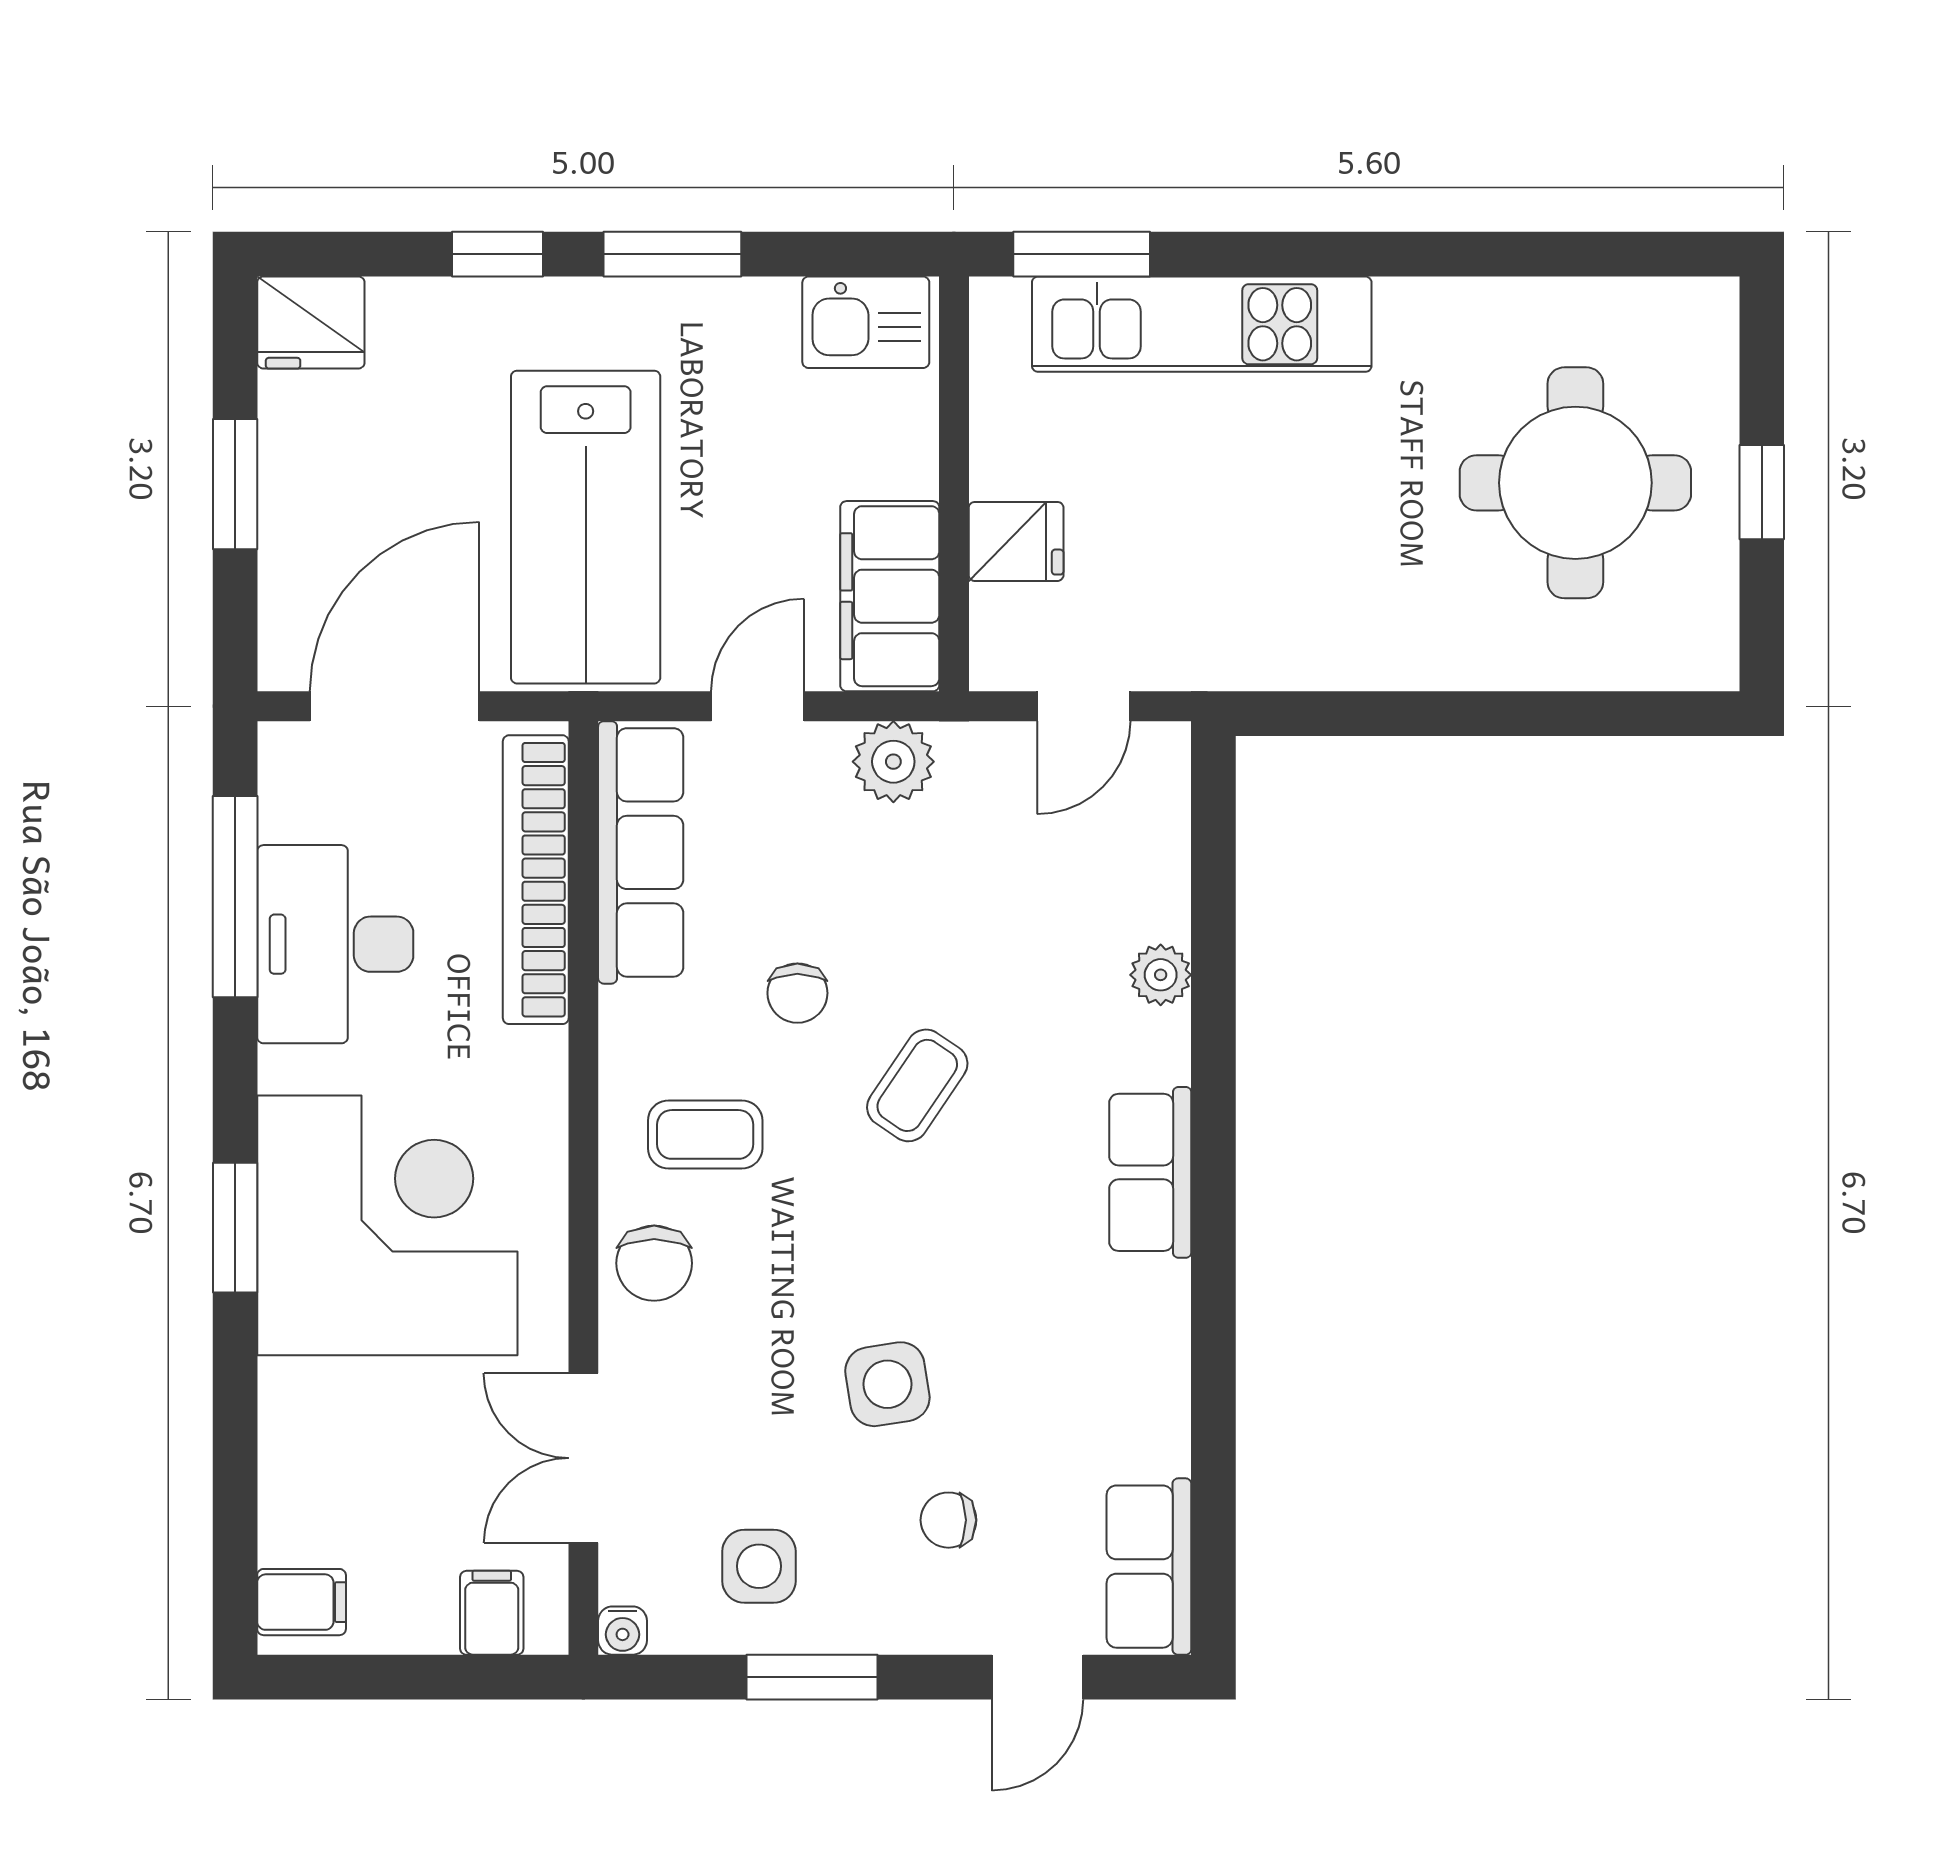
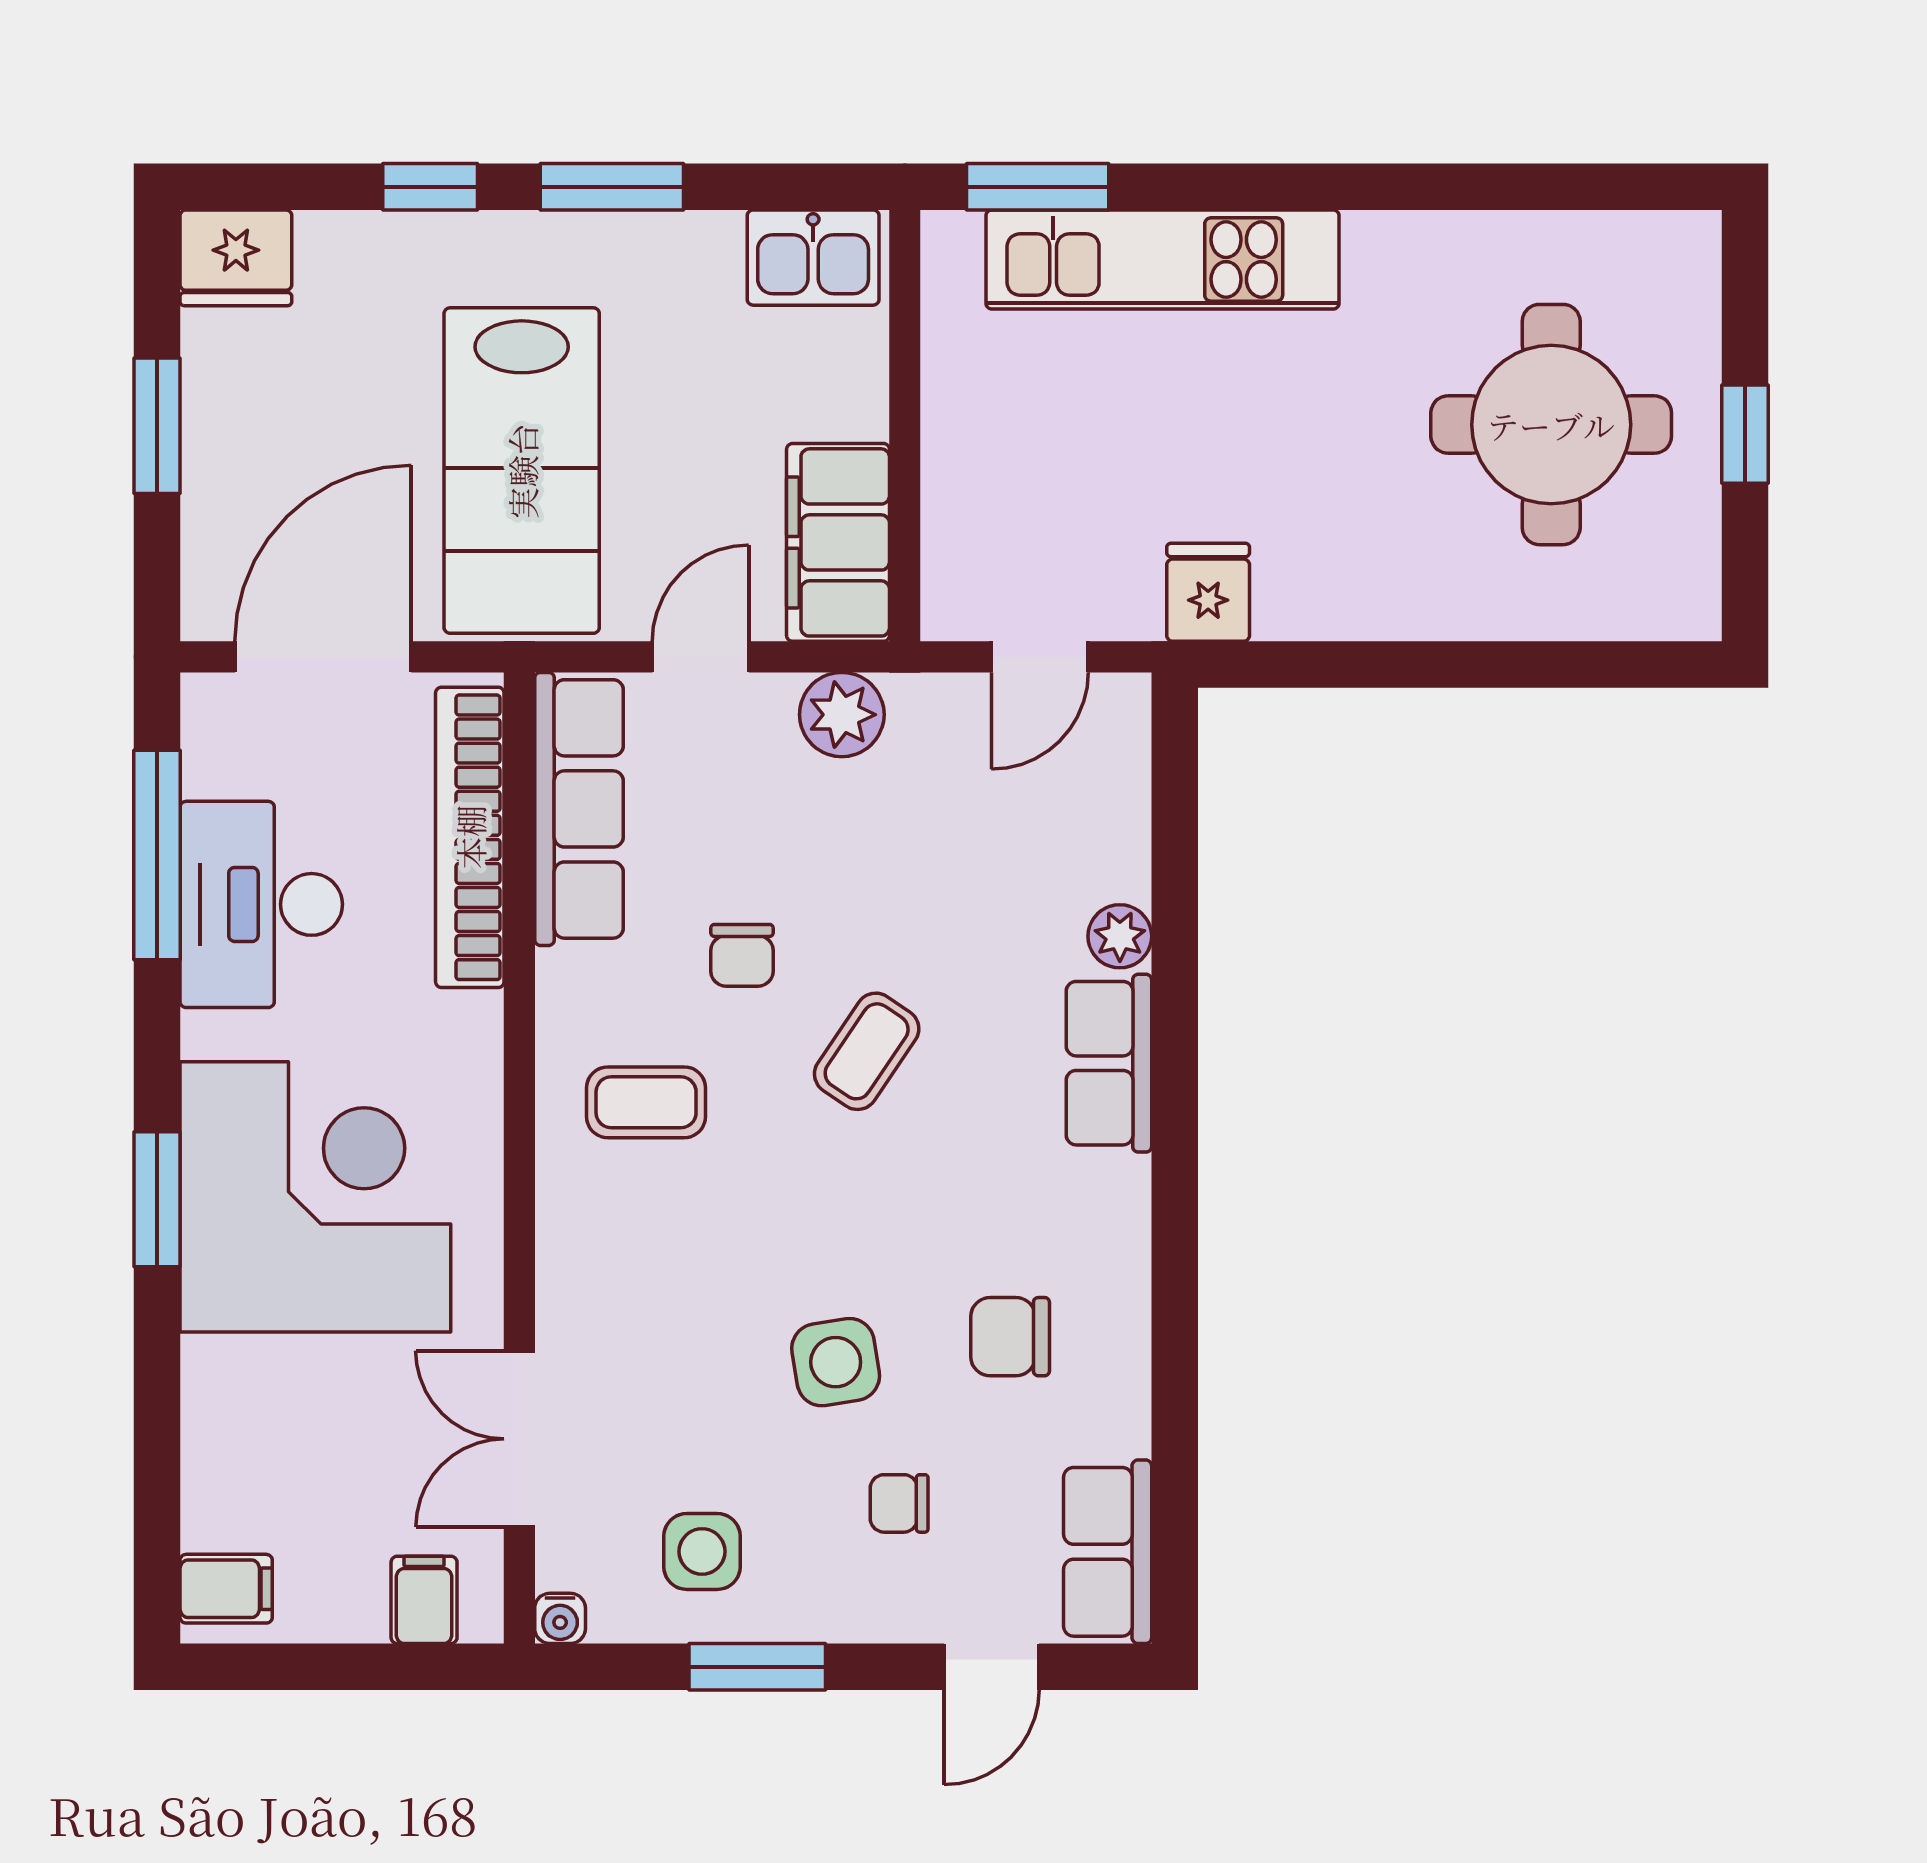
fridge: (1016, 541) -> (1208, 592), moved, turned -90
row of seats: (1150, 1172) -> (1109, 1063), moved
chair: (654, 1263) -> (1010, 1337), moved, turned 90

